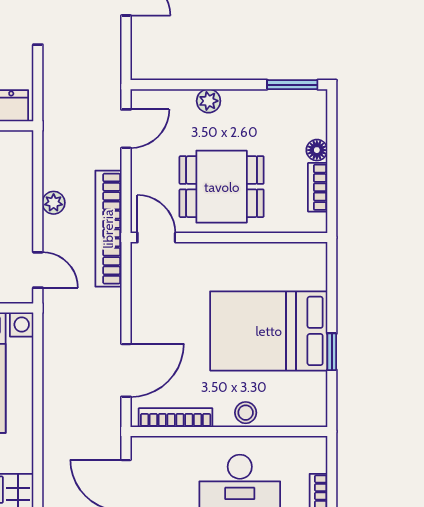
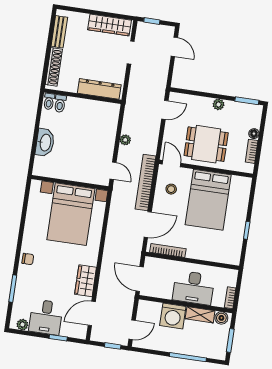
plant: (209, 101) -> (219, 104), moved
bookcase: (108, 229) -> (145, 183), moved
bed: (269, 331) -> (208, 200), moved, turned -90
stool: (246, 413) -> (171, 189), moved

